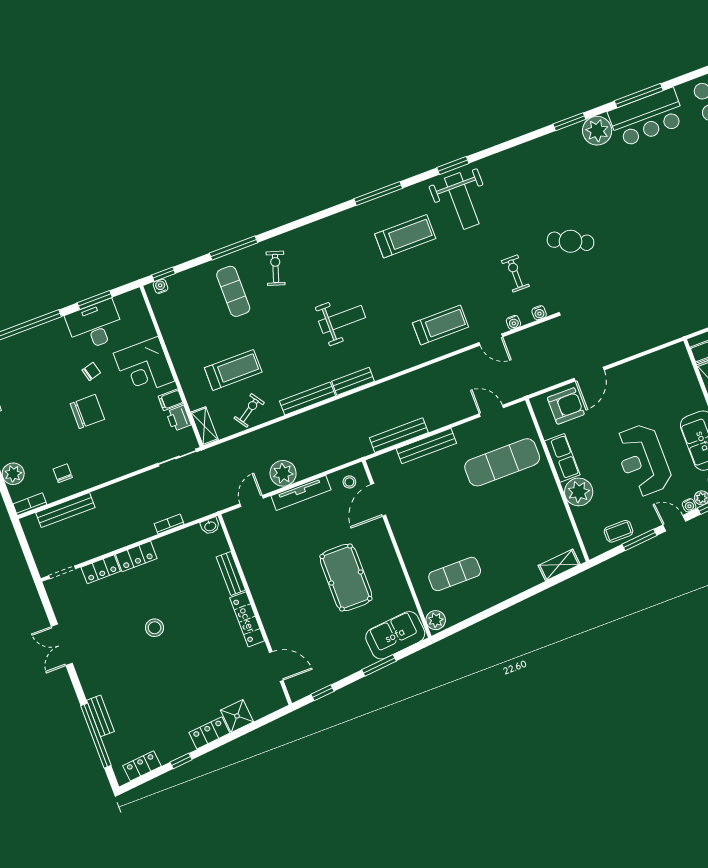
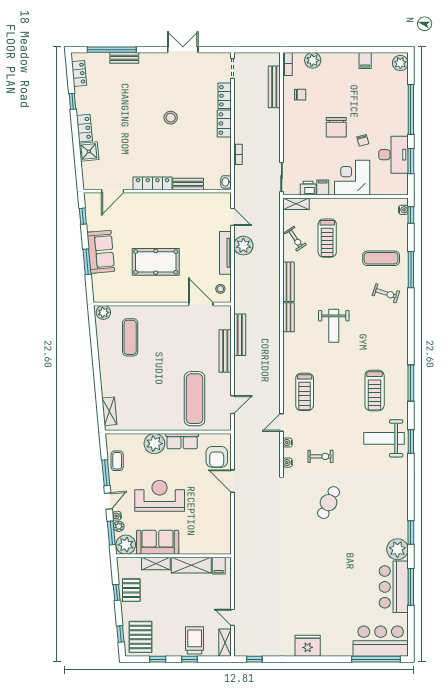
sofa: (395, 635) -> (101, 252), moved

